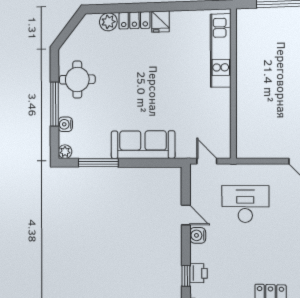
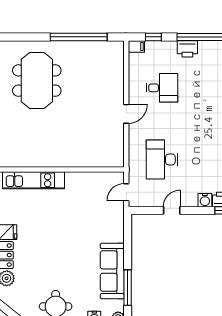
sofa: (143, 145) -> (112, 271), moved
water cooler: (198, 235) -> (205, 200), moved

